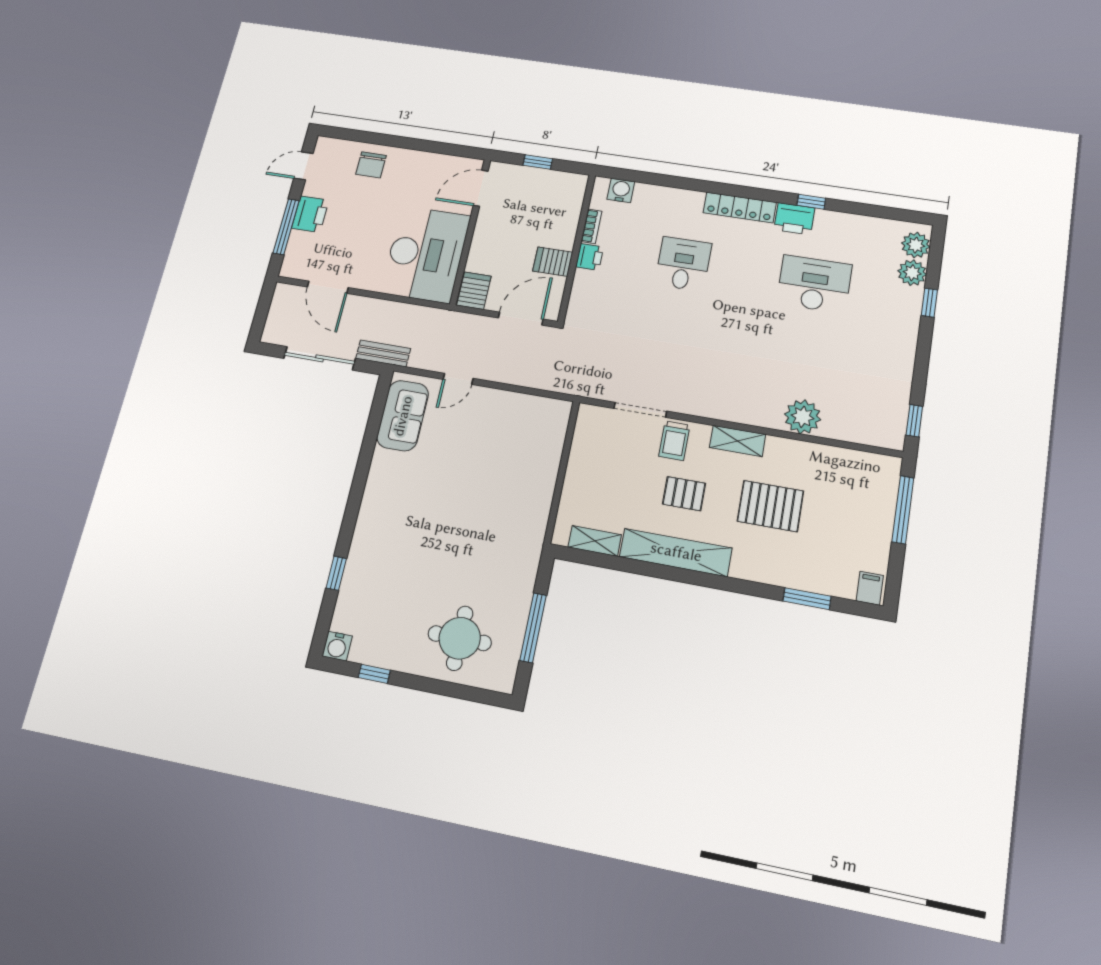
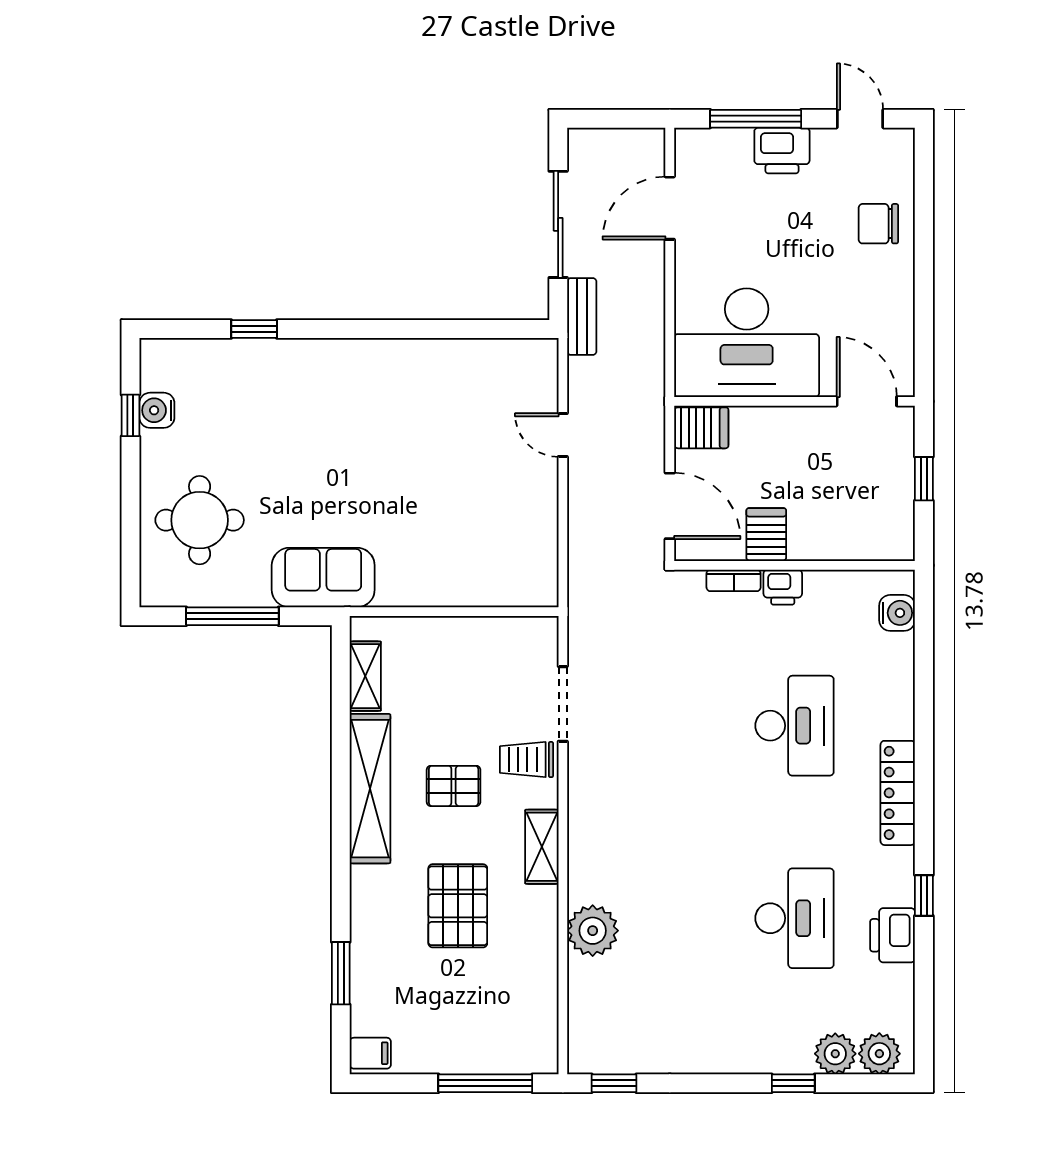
printer: (794, 219) -> (893, 935), moved
bookcase: (591, 226) -> (734, 580), moved
desk: (683, 264) -> (795, 726), width x1.37
sofa: (403, 416) -> (323, 578), moved, turned 180
pallet: (684, 494) -> (454, 786), turned 90
water cooler: (337, 646) -> (157, 410), moved

